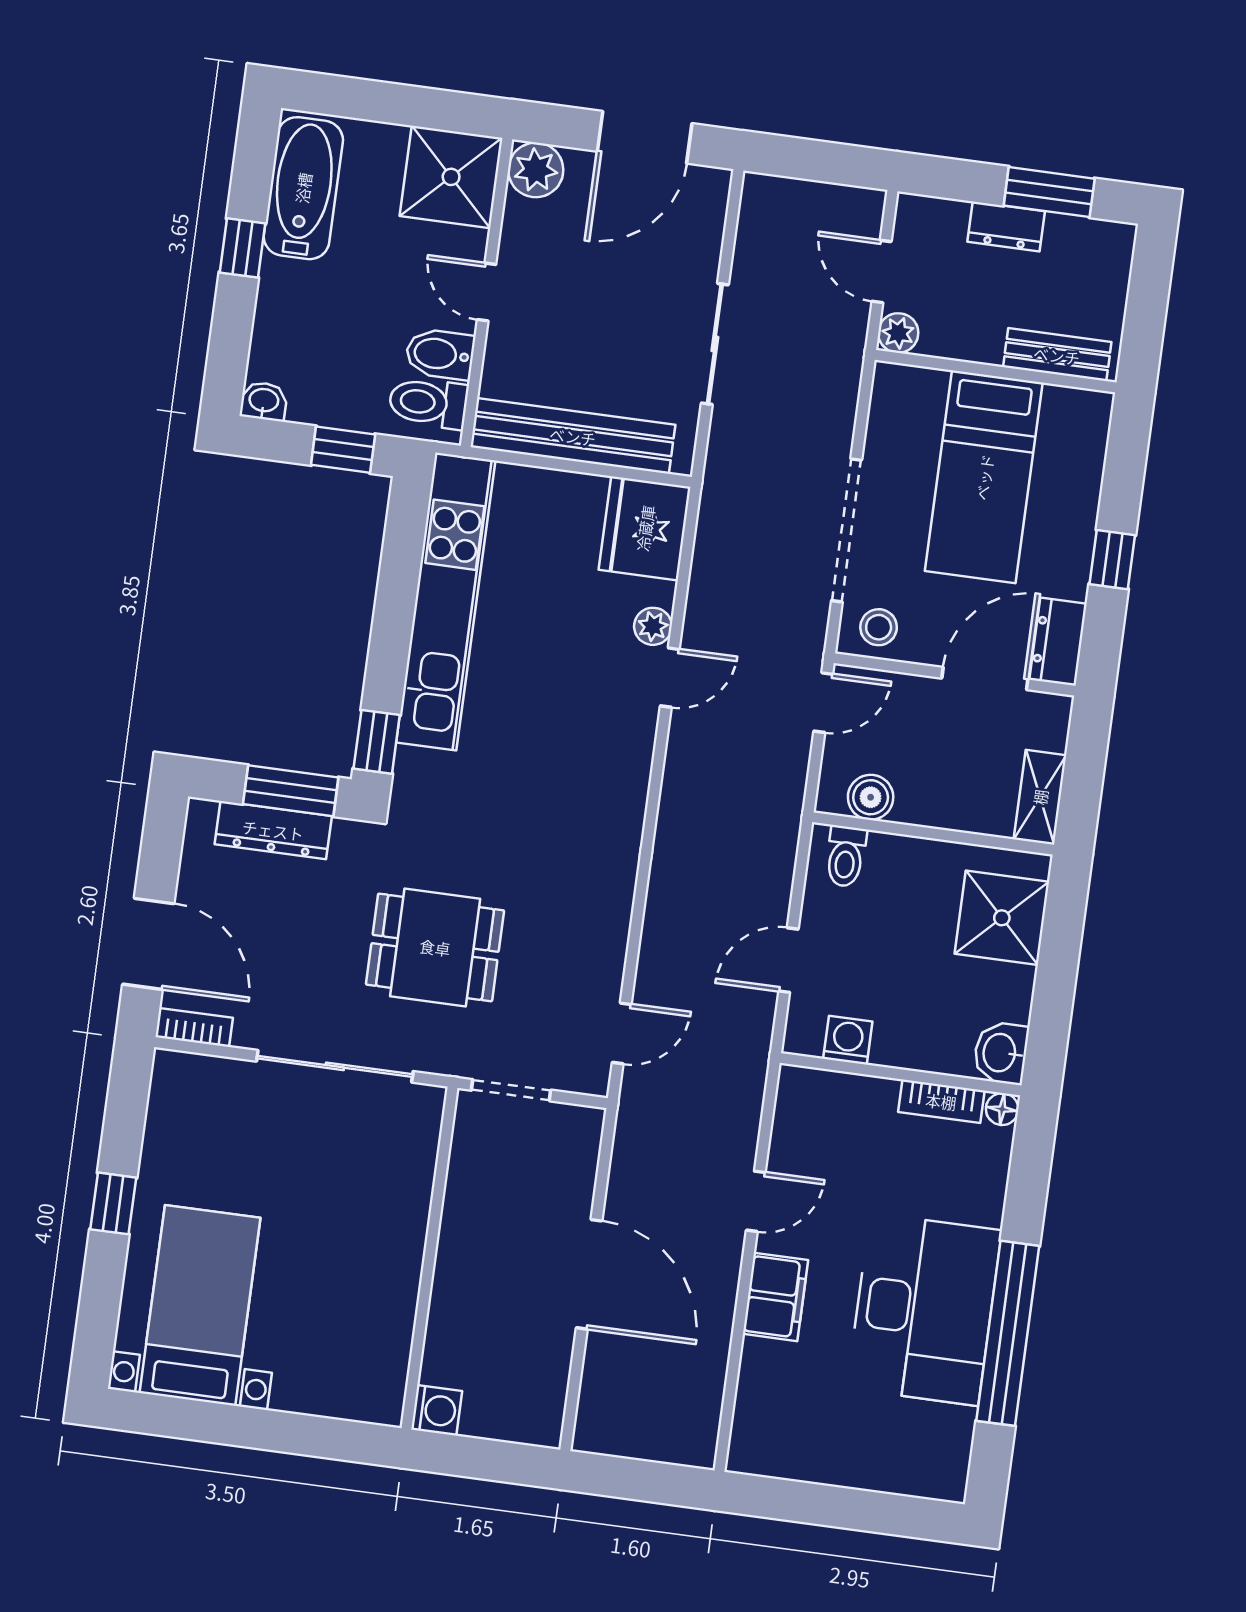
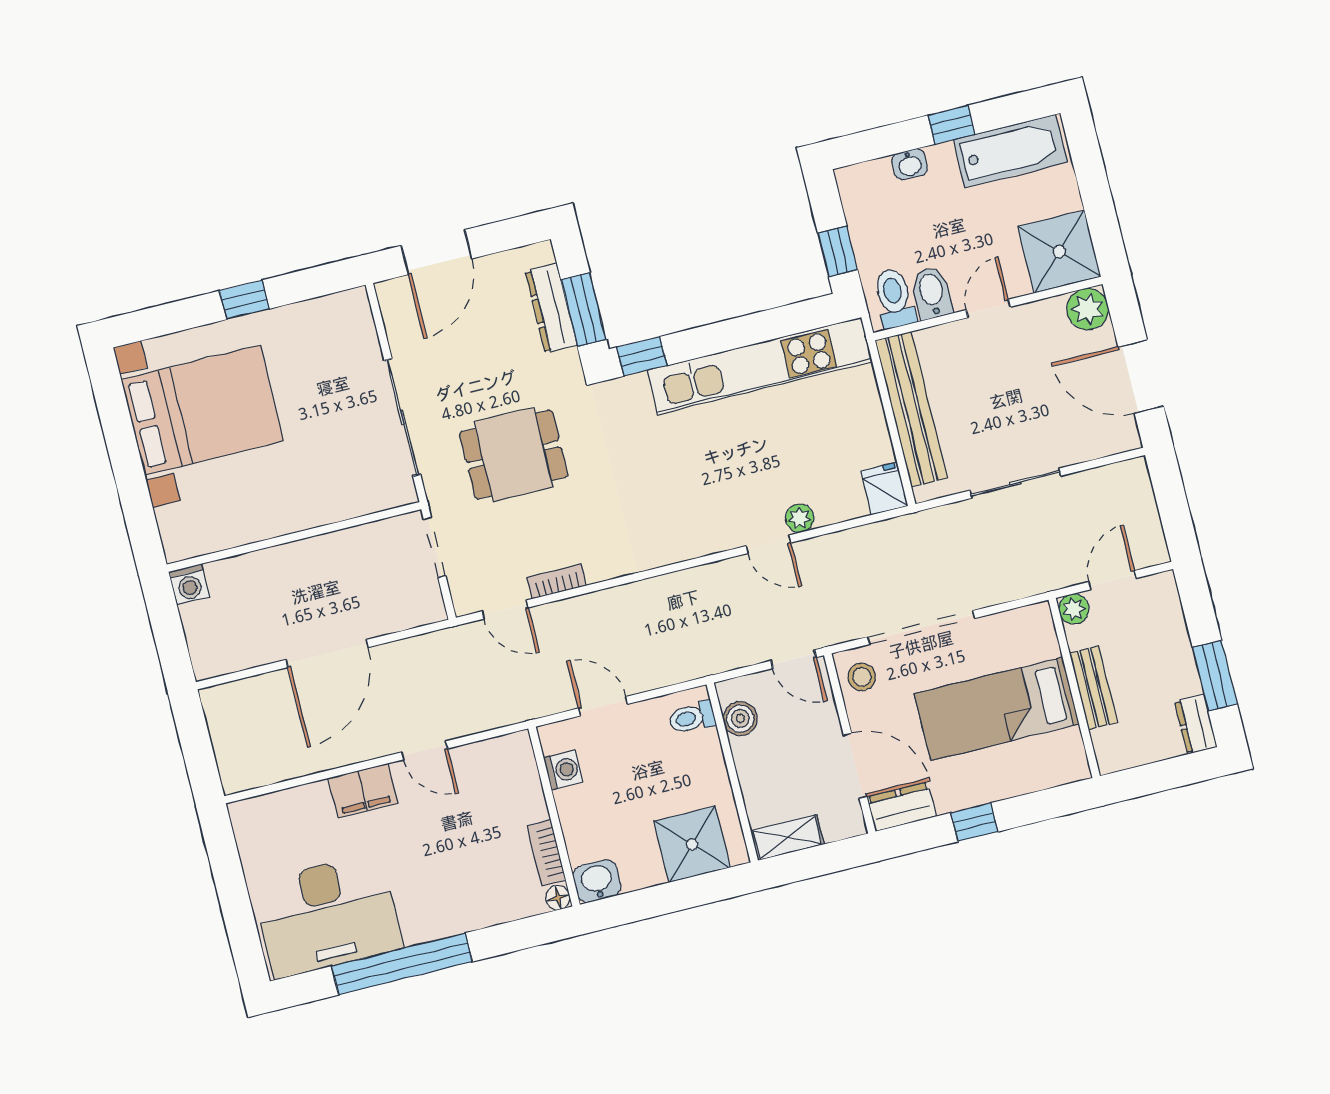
dresser: (1006, 226) -> (1196, 724), moved
bench: (1057, 355) -> (1093, 688), moved
washbasin: (264, 401) -> (910, 164), moved, turned 90
fridge: (645, 528) -> (884, 489), width x0.53, depth x0.75
dining table: (435, 947) -> (514, 455), turned 90
bookcase: (194, 1027) -> (557, 581), moved, turned -90
bed with nightstands: (200, 1305) -> (202, 410), width x1.36
desk: (924, 1309) -> (327, 915), moved

